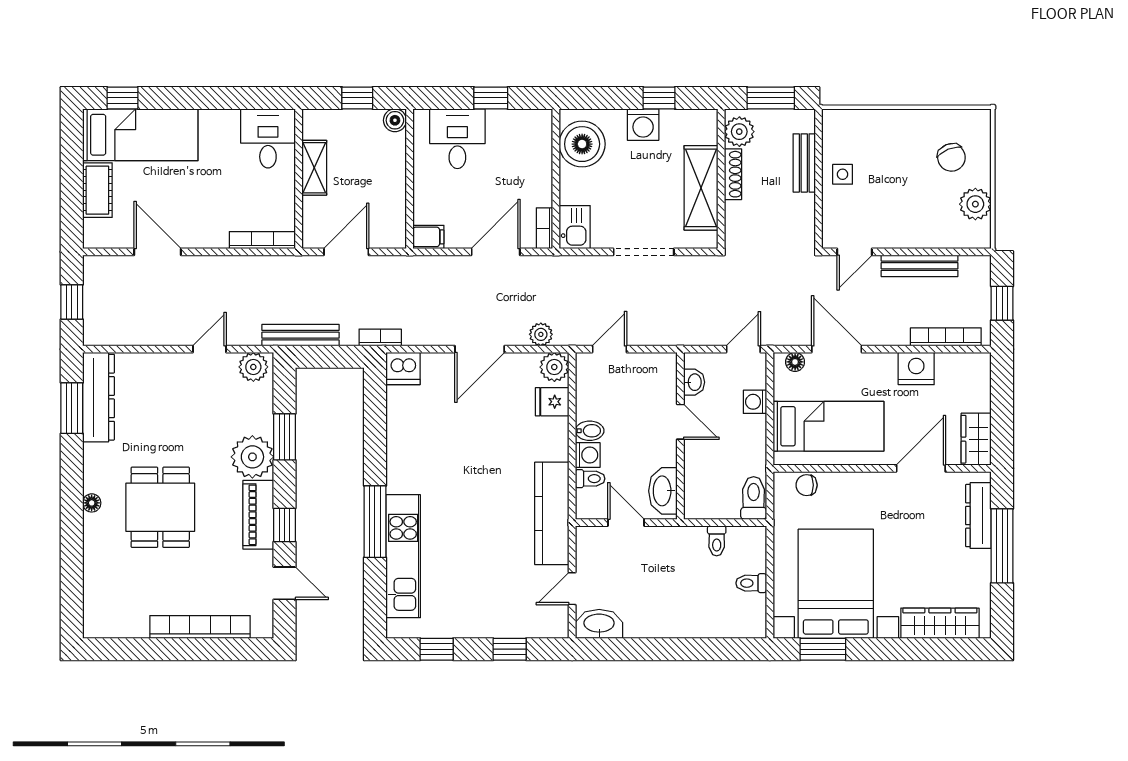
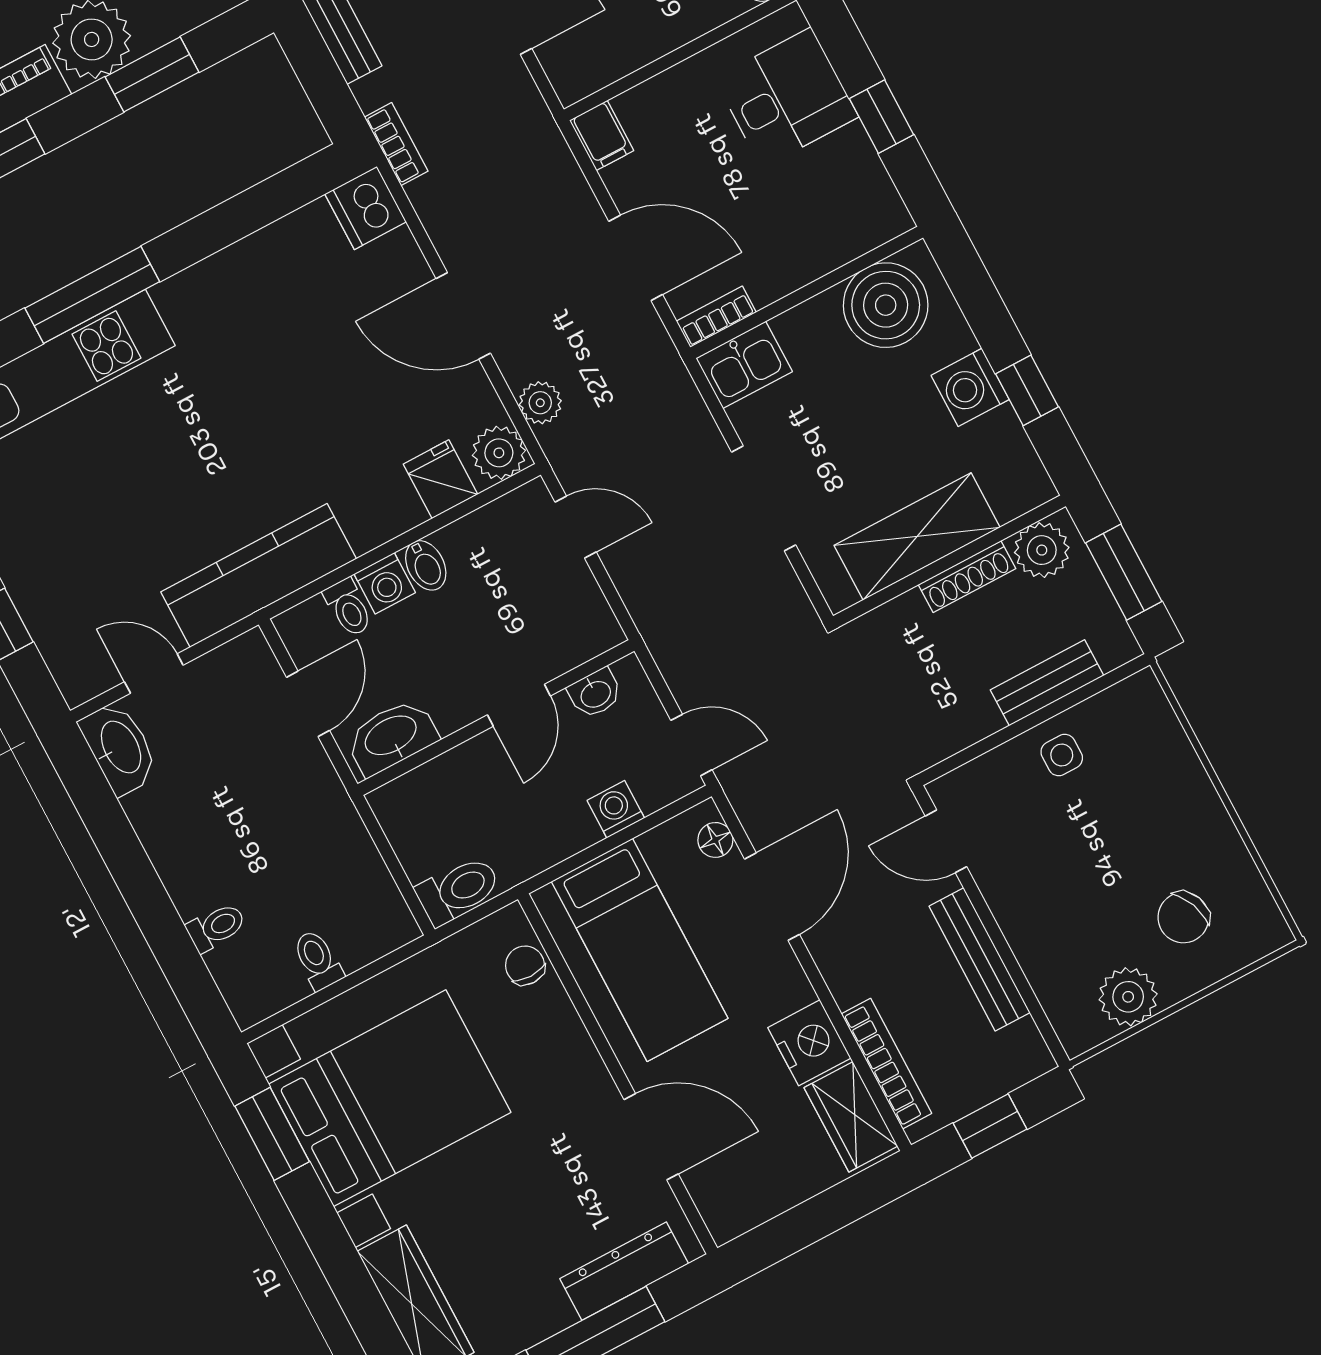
wardrobe: (976, 439) -> (851, 1117), moved, turned -90
toilet: (717, 541) -> (216, 927), moved, turned 180

